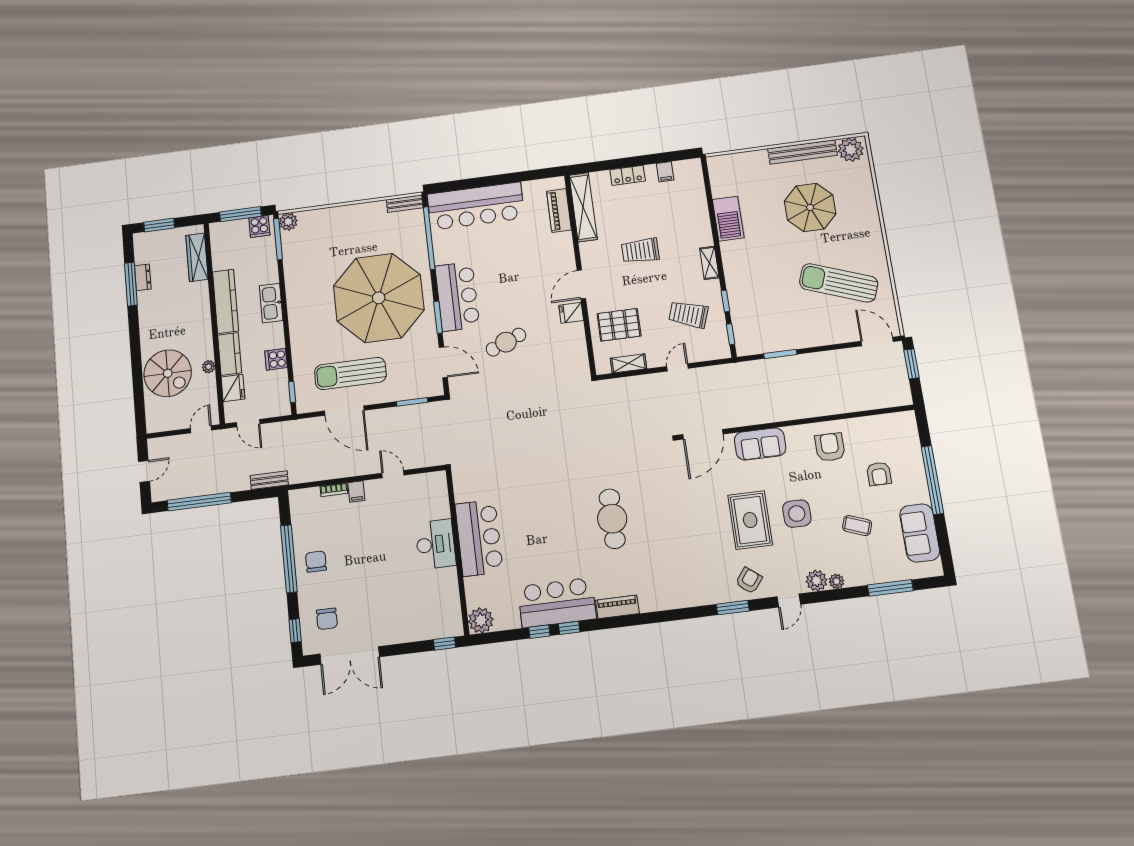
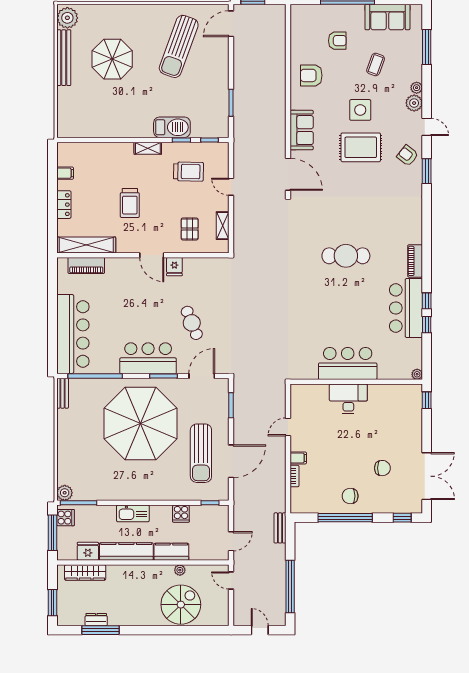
barbecue: (728, 219) -> (172, 127), moved
trolley: (688, 314) -> (189, 172), turned -108
pallet: (619, 325) -> (190, 229), width x0.67, depth x0.71
fridge: (233, 388) -> (88, 551), moved
chair: (327, 619) -> (382, 468), moved
plant: (481, 620) -> (417, 374), width x0.53, depth x0.53

